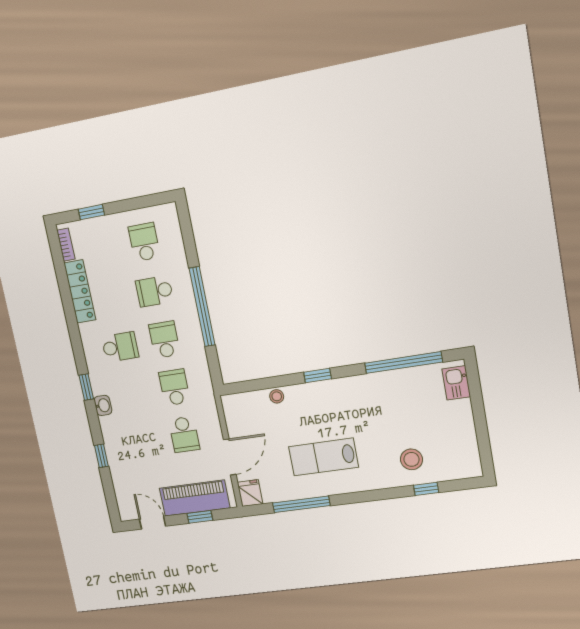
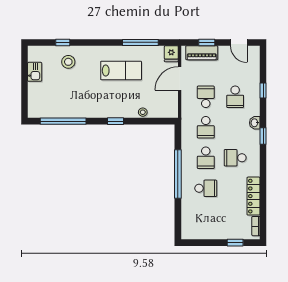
school desk: (144, 242) -> (235, 97), moved
kitchen sink: (456, 383) -> (35, 72), moved
piano: (195, 498) -> (202, 53), width x0.73, depth x0.75

